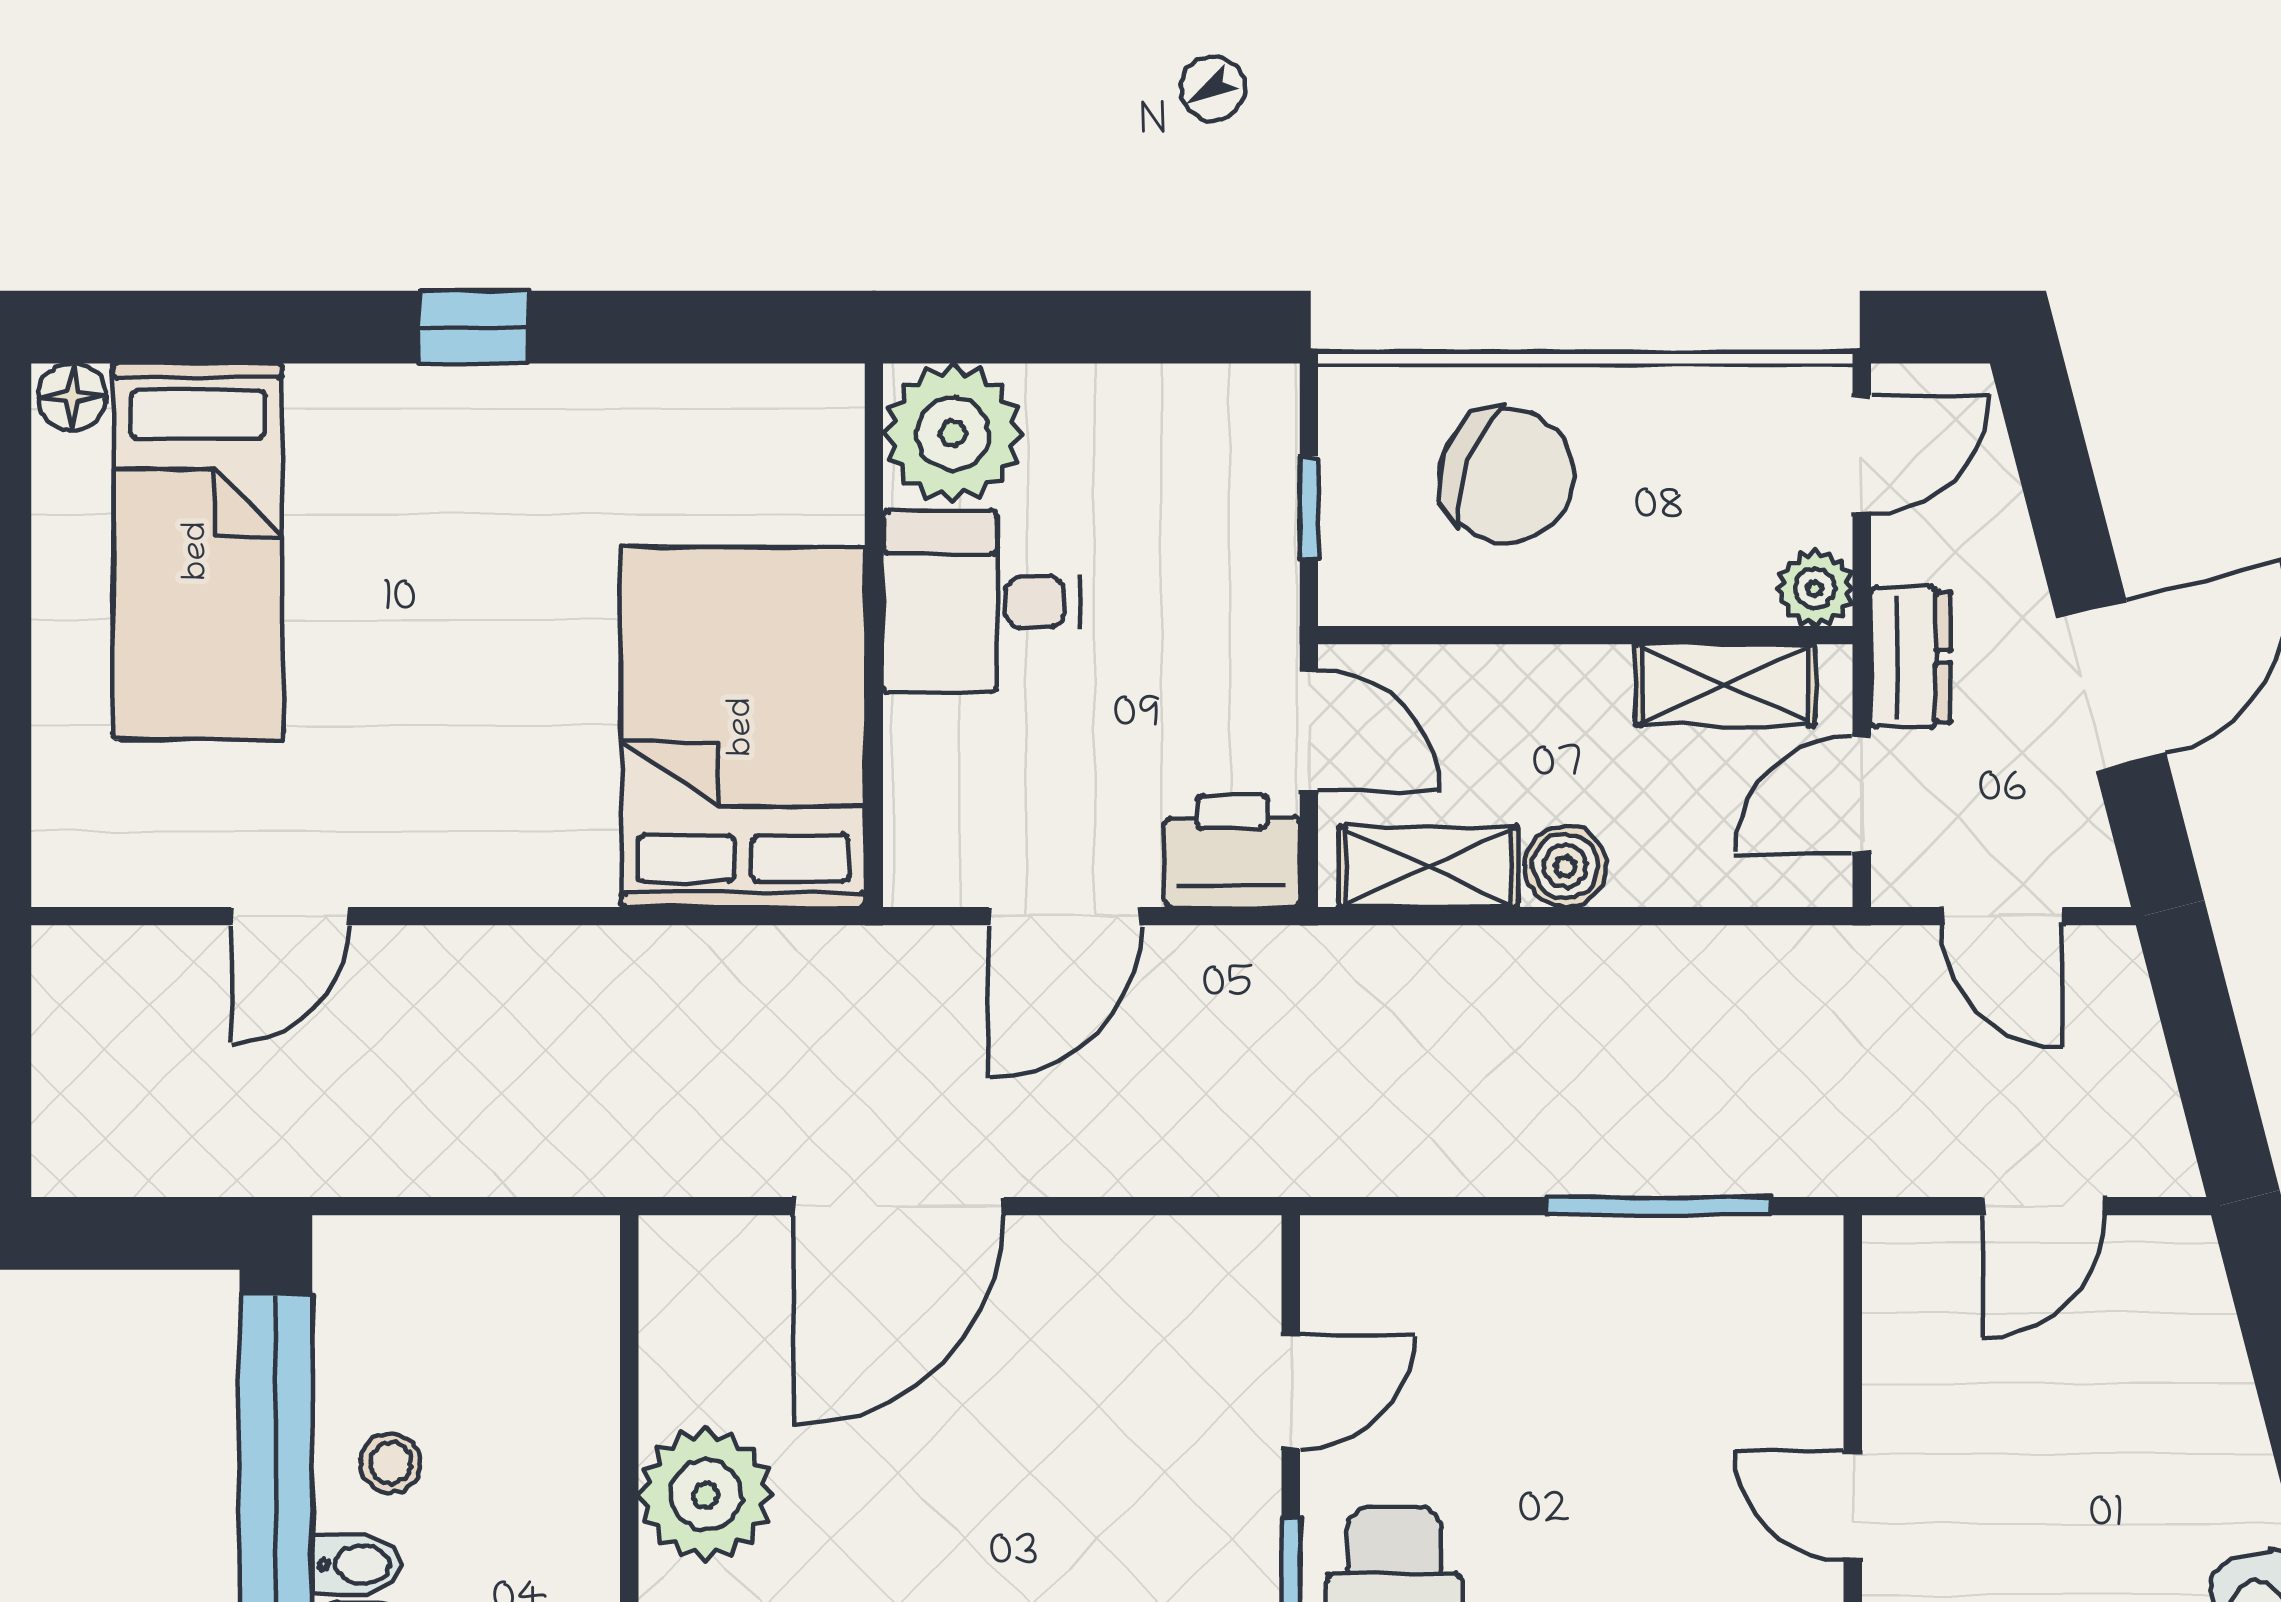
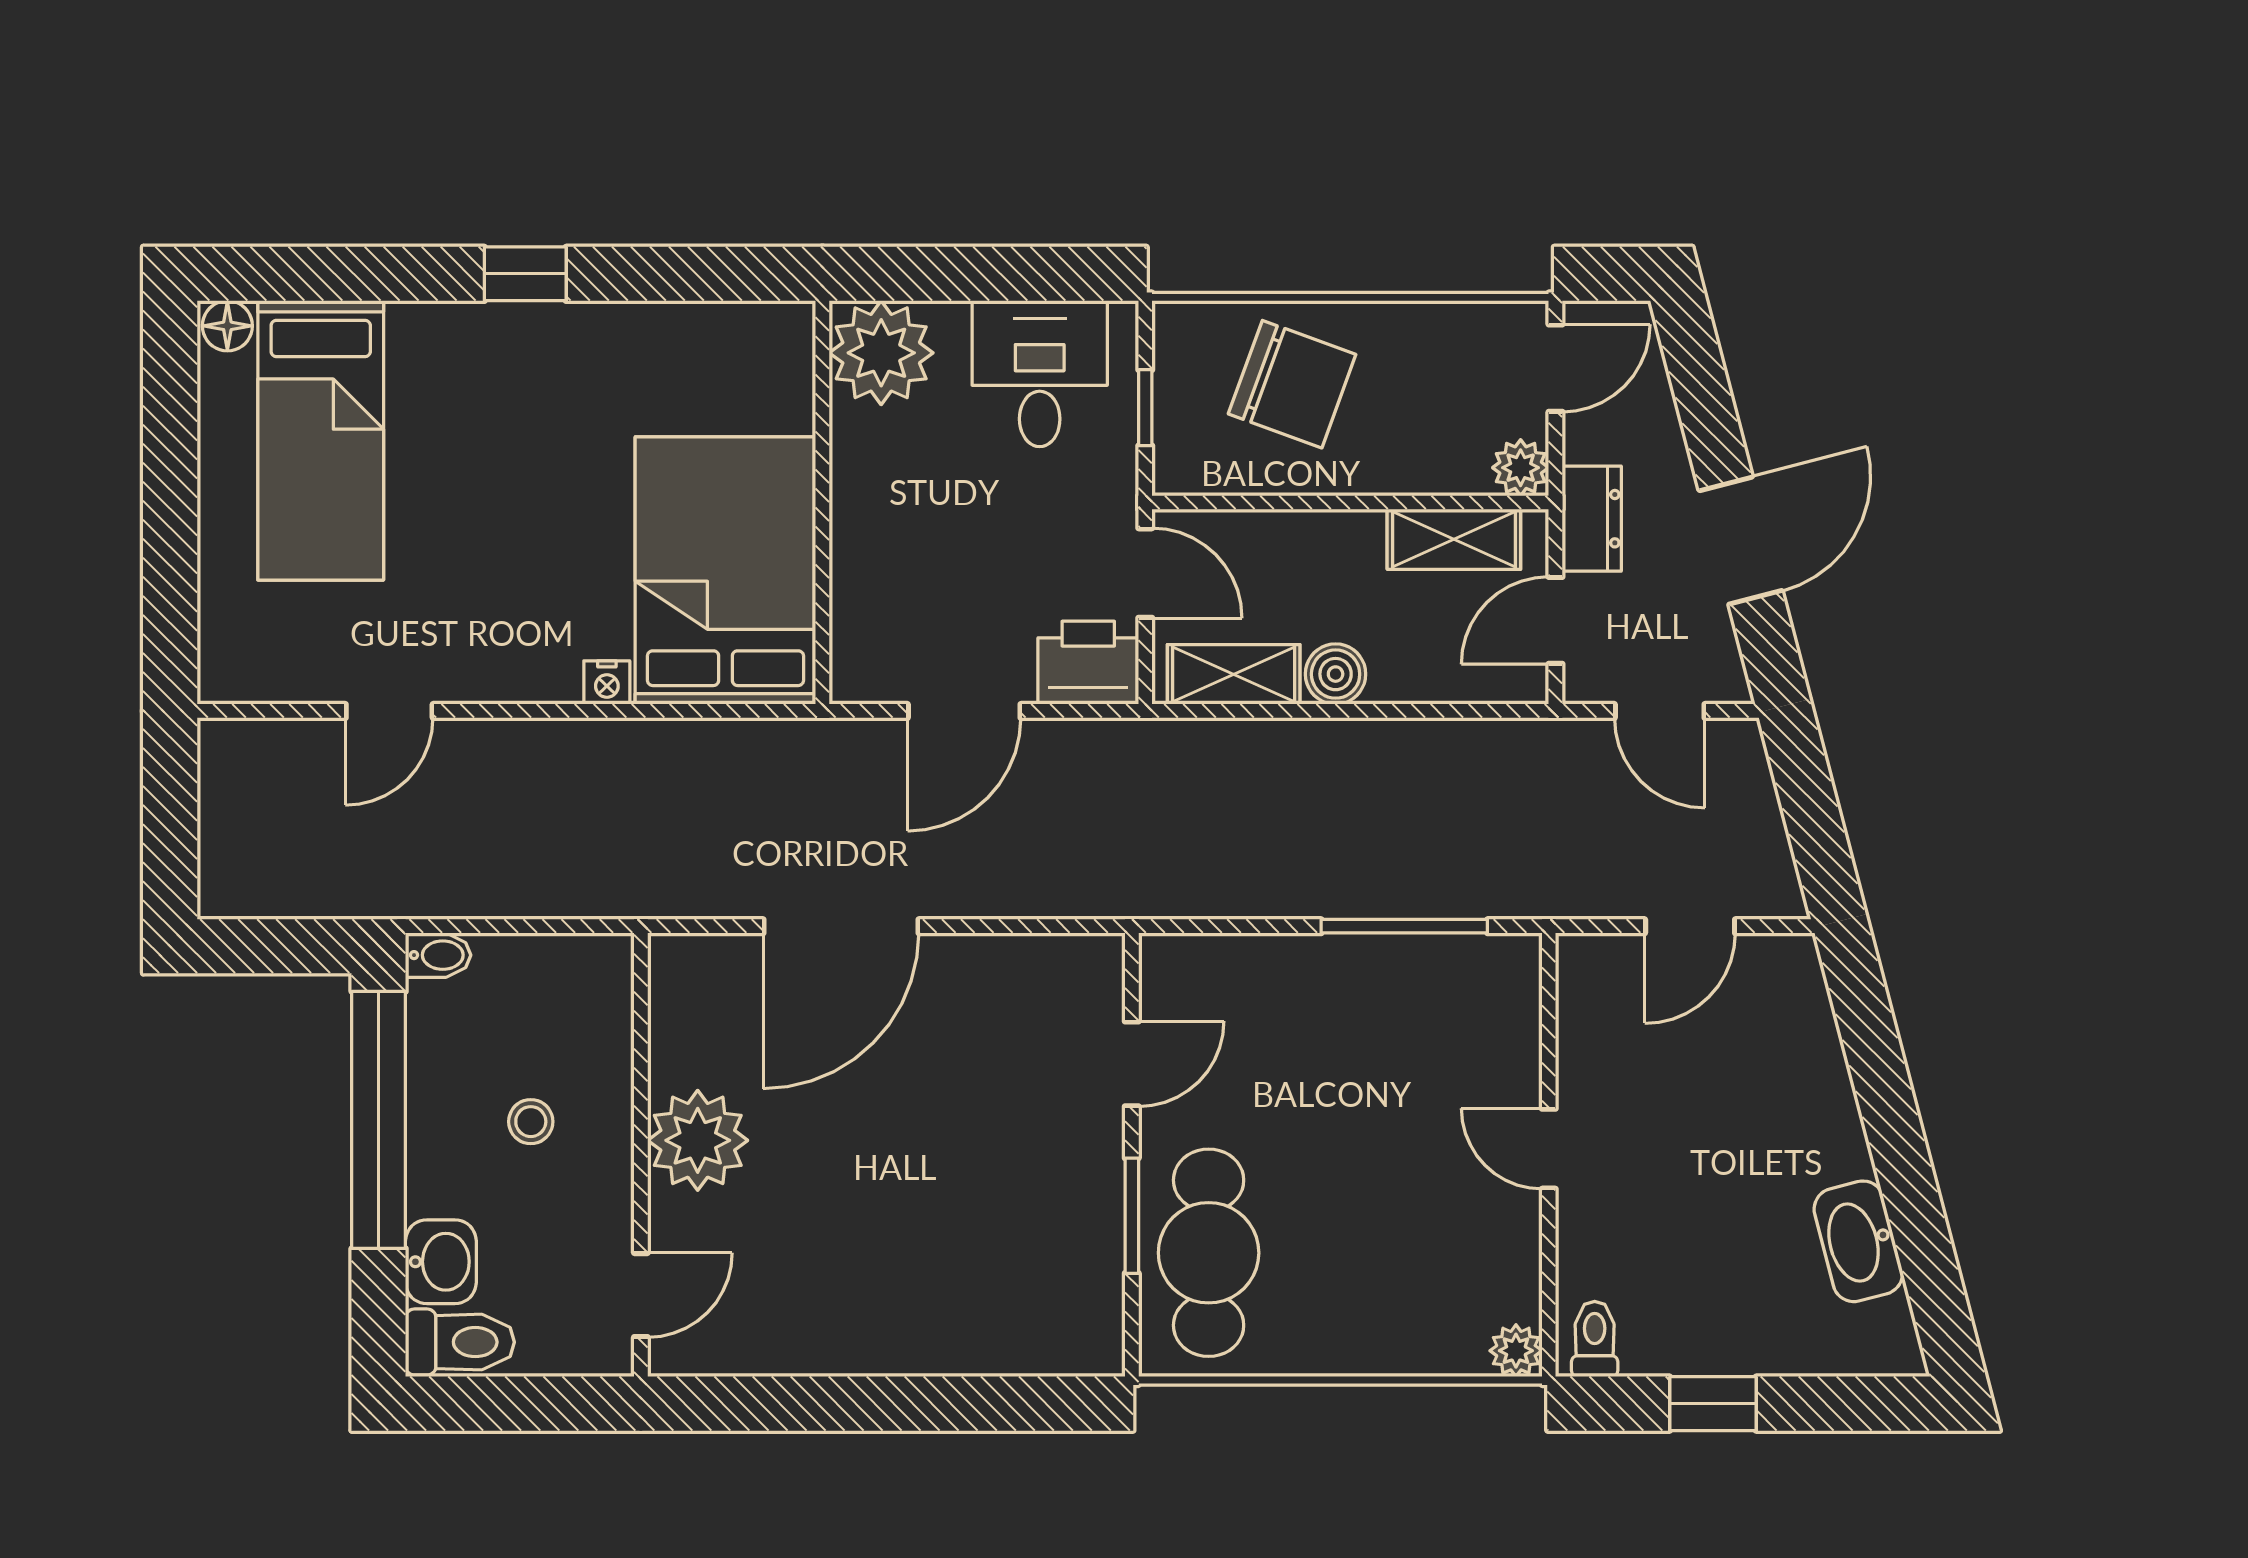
desk: (981, 602) -> (1040, 374), moved, turned 90
nightstand: (583, 878) -> (607, 683), added
stool: (391, 1463) -> (531, 1122), moved
bidet: (356, 1565) -> (438, 955), moved

